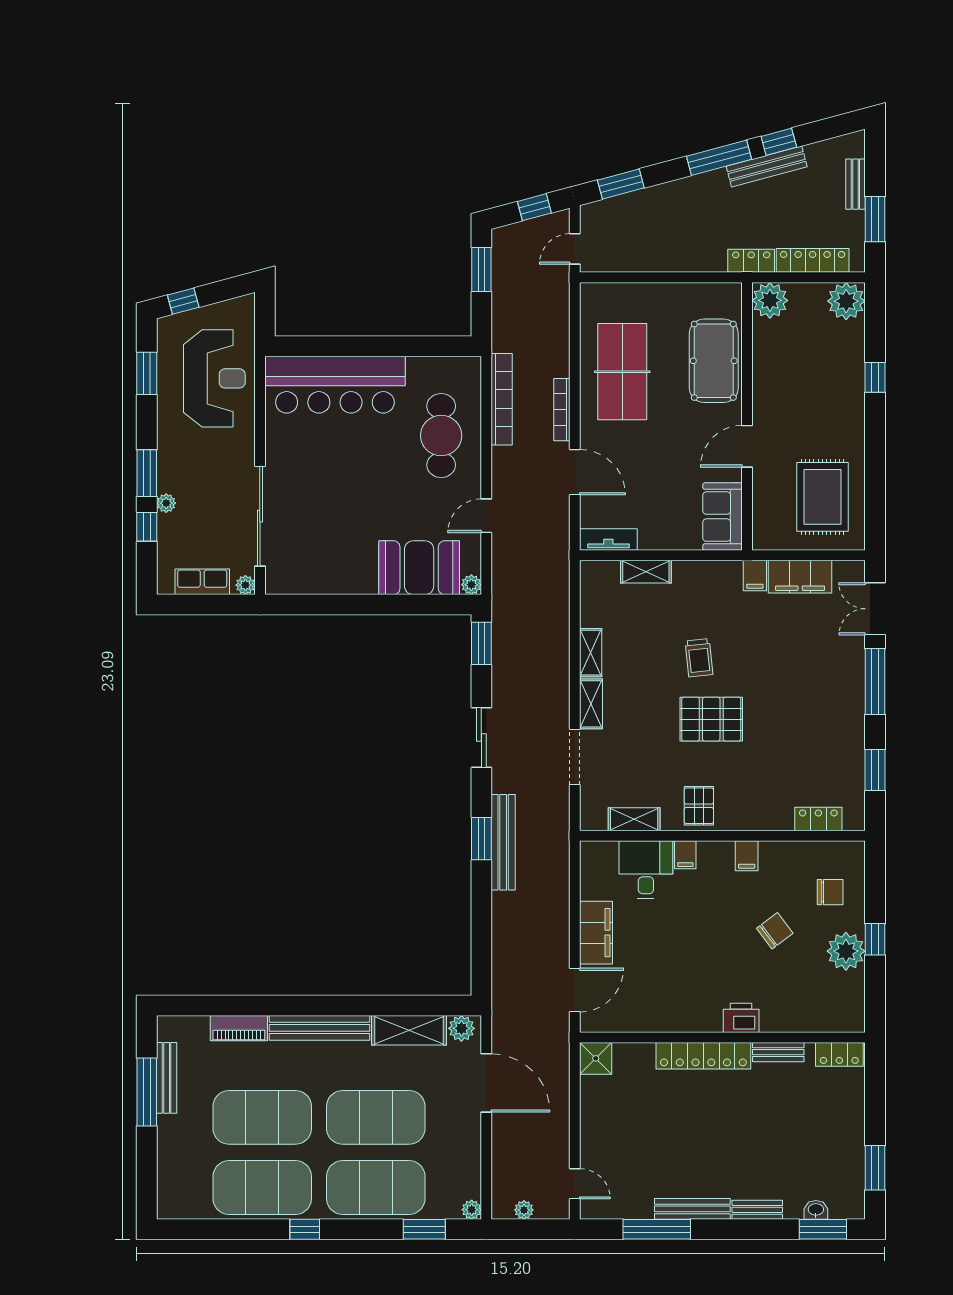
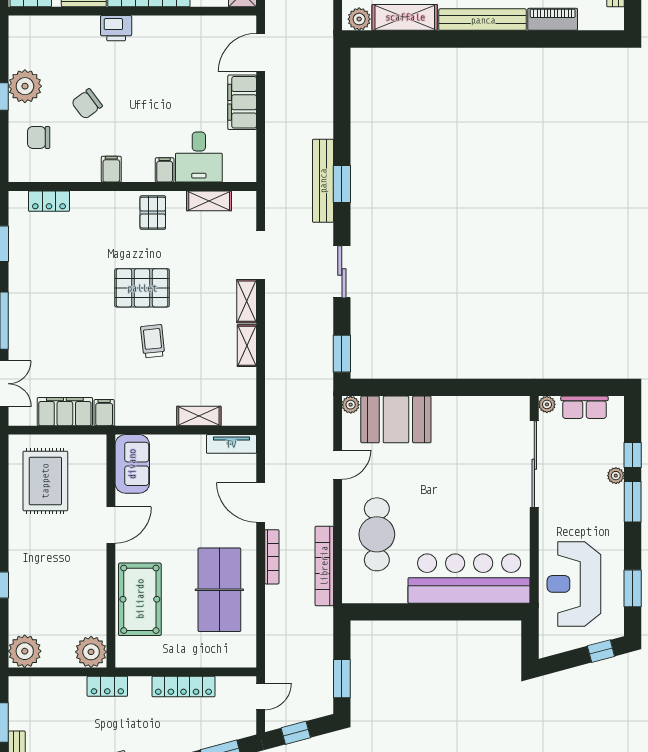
locker: (813, 260) -> (183, 686), moved

